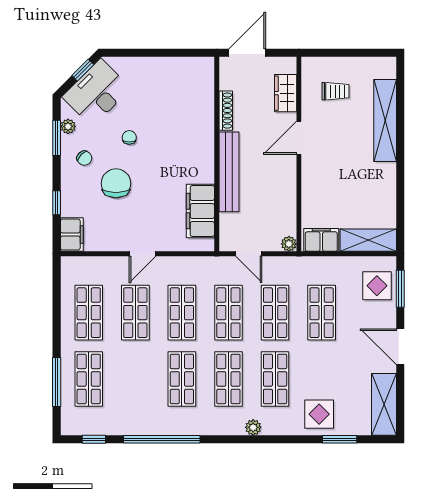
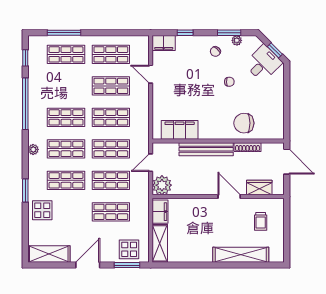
desk: (97, 93) -> (263, 63), width x0.73
chair: (116, 183) -> (244, 123), moved, turned 180
plant: (289, 244) -> (162, 185), width x1.88, depth x1.88
door: (143, 254) -> (151, 74), moved
plant: (253, 427) -> (33, 149), moved
window: (340, 439) -> (25, 190), moved

